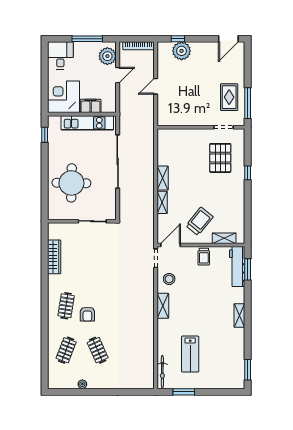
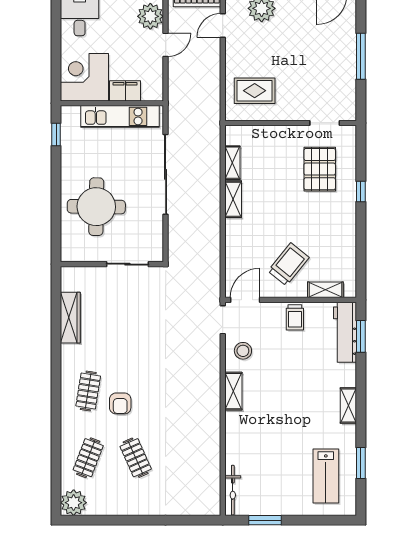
door: (156, 86) -> (223, 25), moved
rug: (229, 97) -> (255, 91), moved, turned 90
window: (248, 103) -> (361, 56), moved
shelving: (162, 202) -> (232, 163), moved
lab bench: (190, 354) -> (326, 476), moved
window: (248, 370) -> (361, 463), moved
plant: (82, 384) -> (74, 503), moved, width x1.87, depth x1.87

